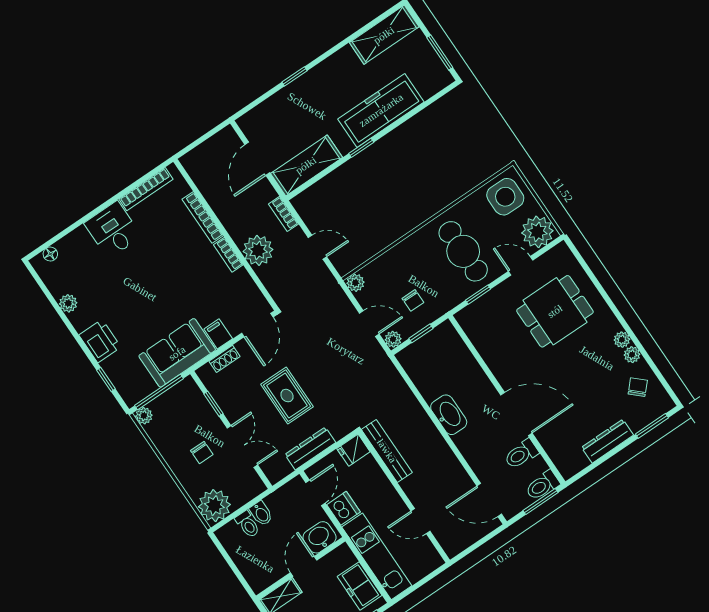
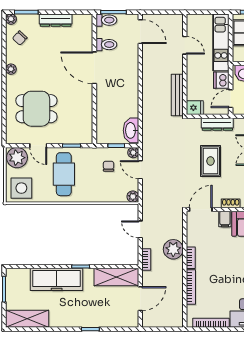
plant: (632, 355) -> (11, 19), moved
washbasin: (449, 415) -> (131, 130), moved

